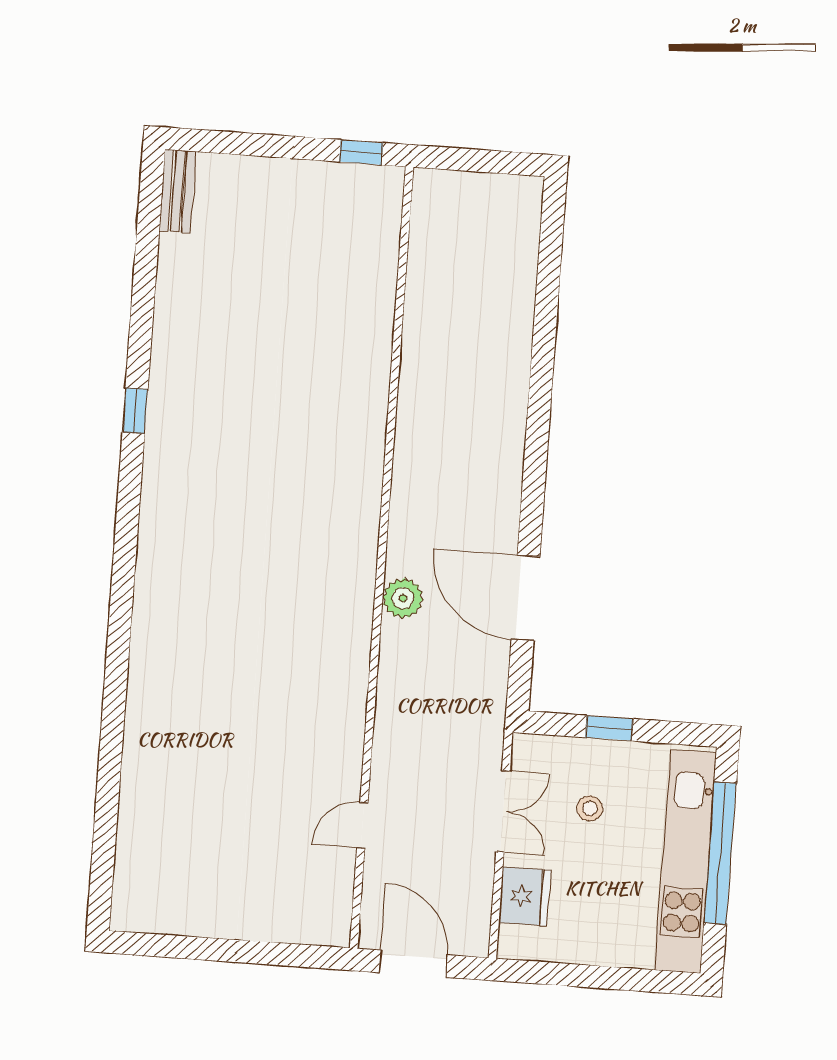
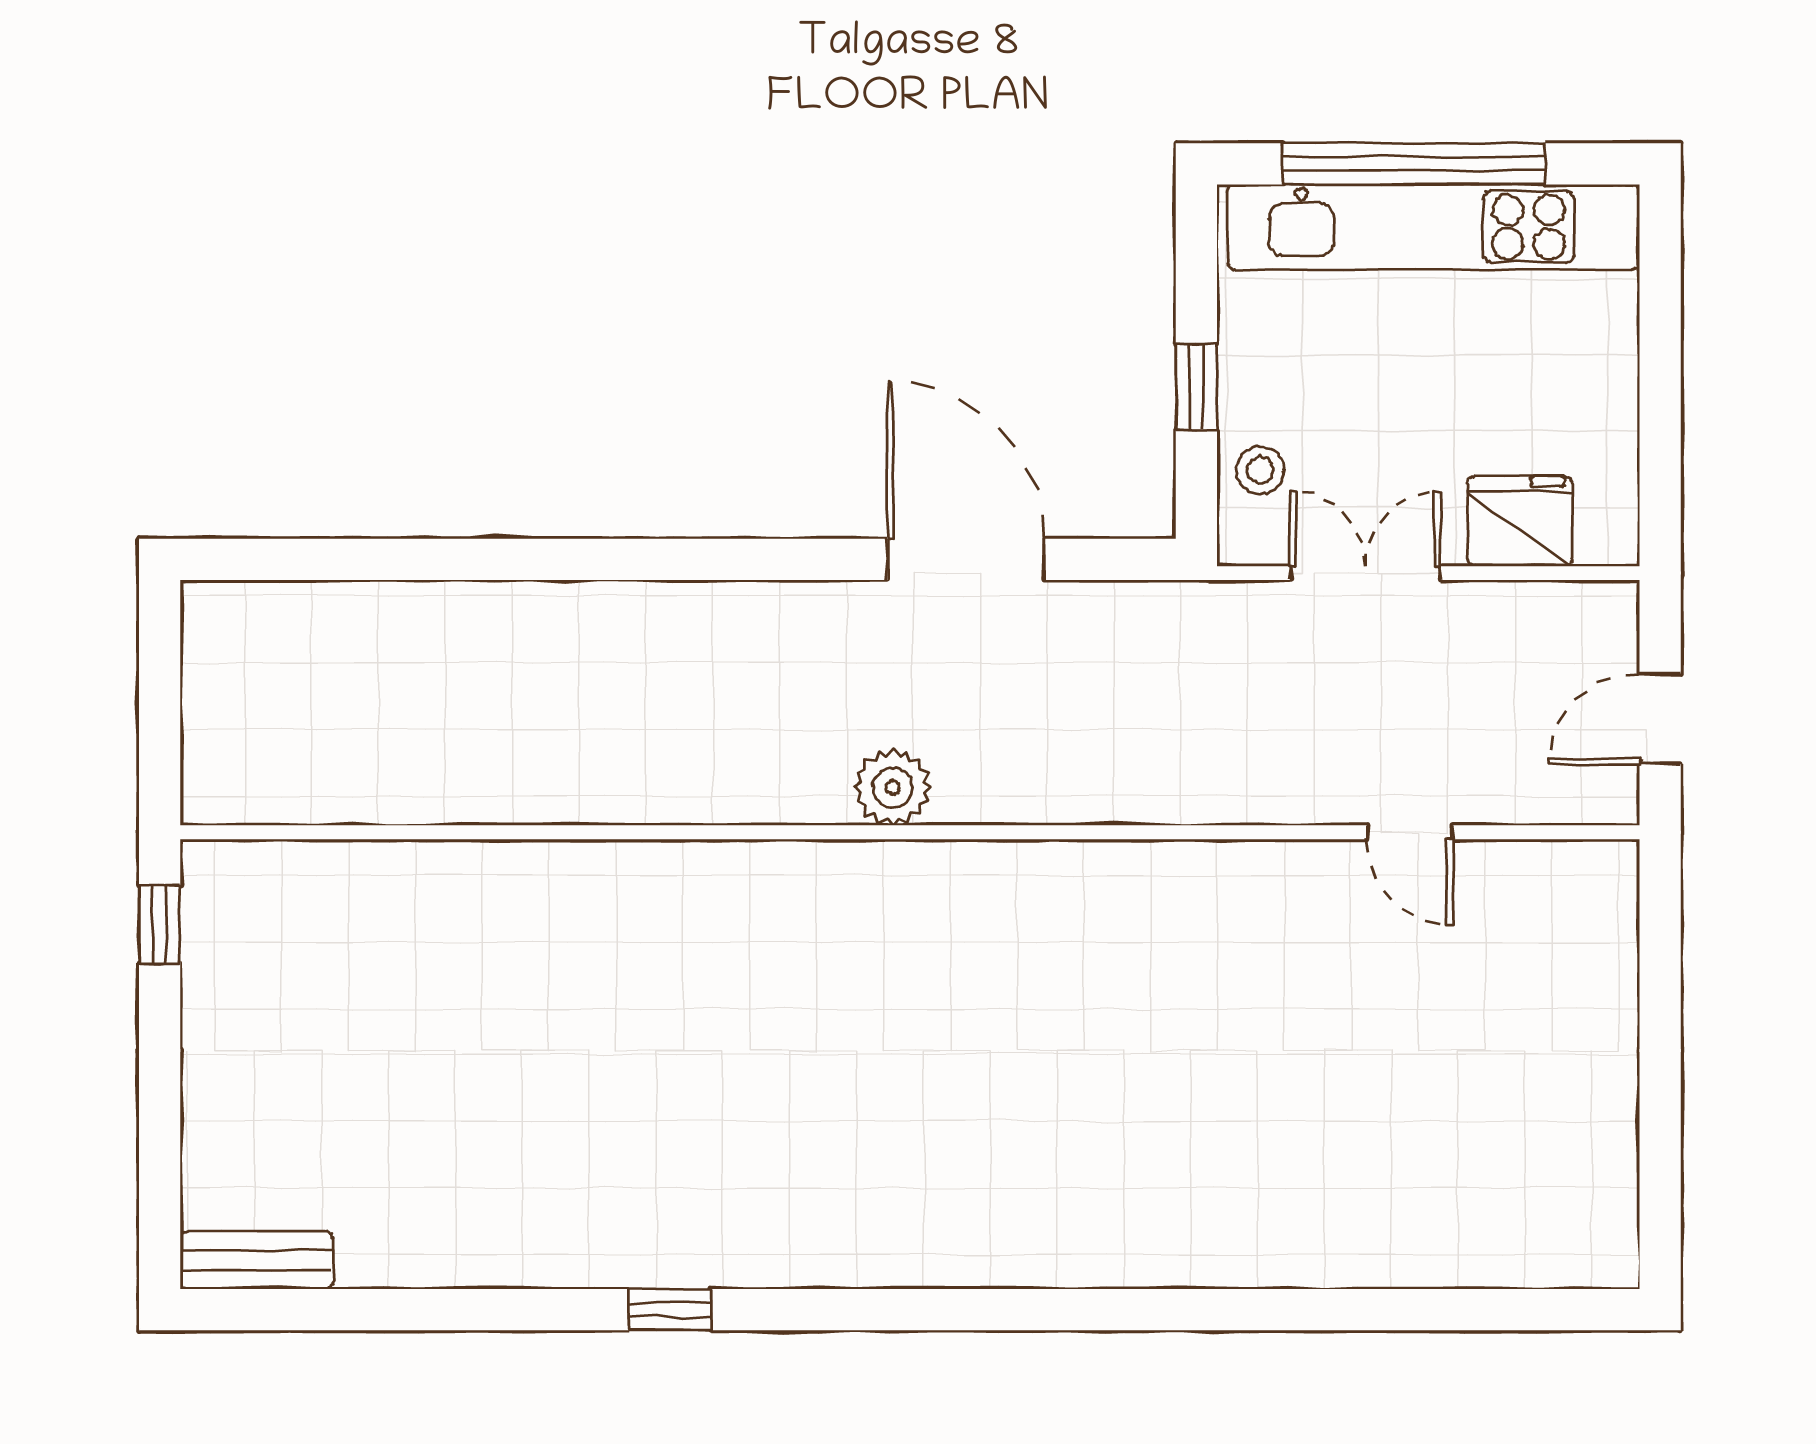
plant: (403, 598) -> (893, 787), moved
door: (526, 598) -> (966, 559), swing flipped
stool: (590, 808) -> (1260, 470), moved
door: (413, 964) -> (1660, 719), width x0.73

